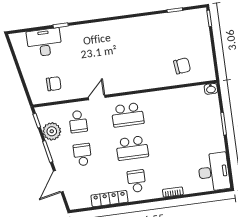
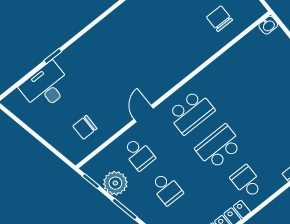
chair: (182, 66) -> (220, 19), turned -84
chair: (54, 84) -> (85, 127), turned 180
school desk: (132, 148) -> (219, 147), turned 180
school desk: (82, 155) -> (167, 189), turned 180

